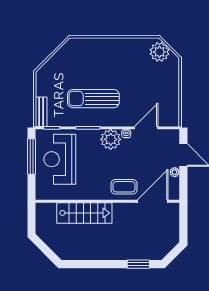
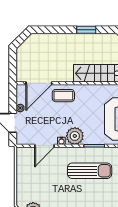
window: (138, 264) -> (86, 30), moved

